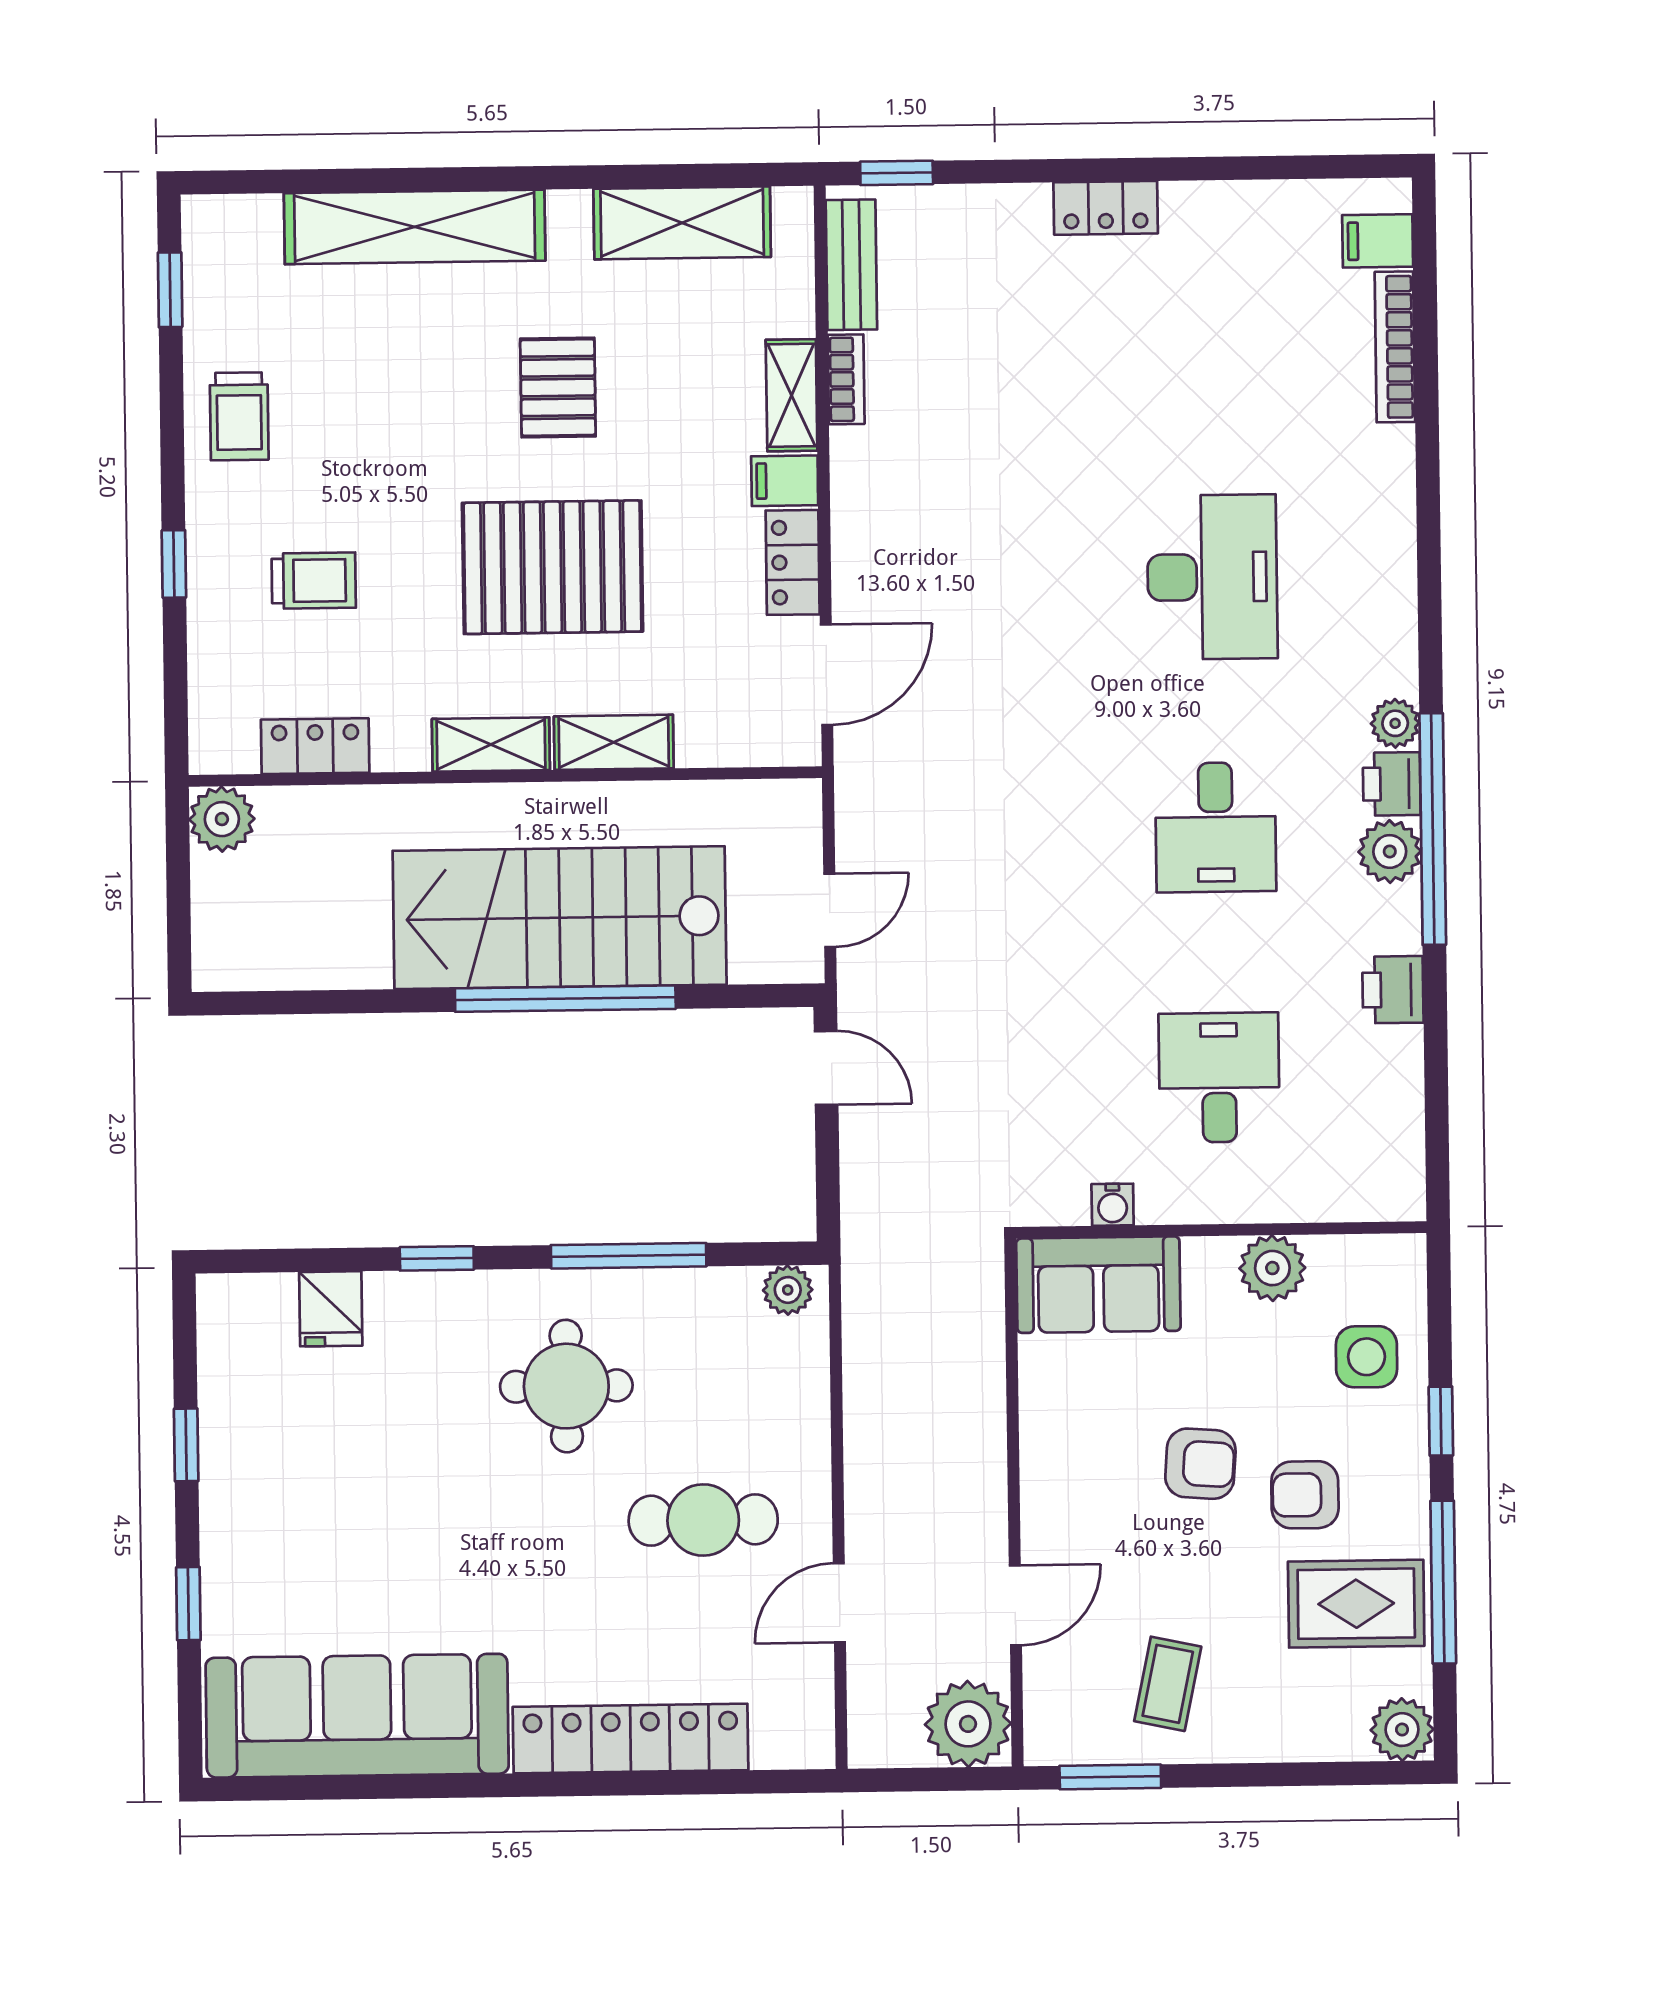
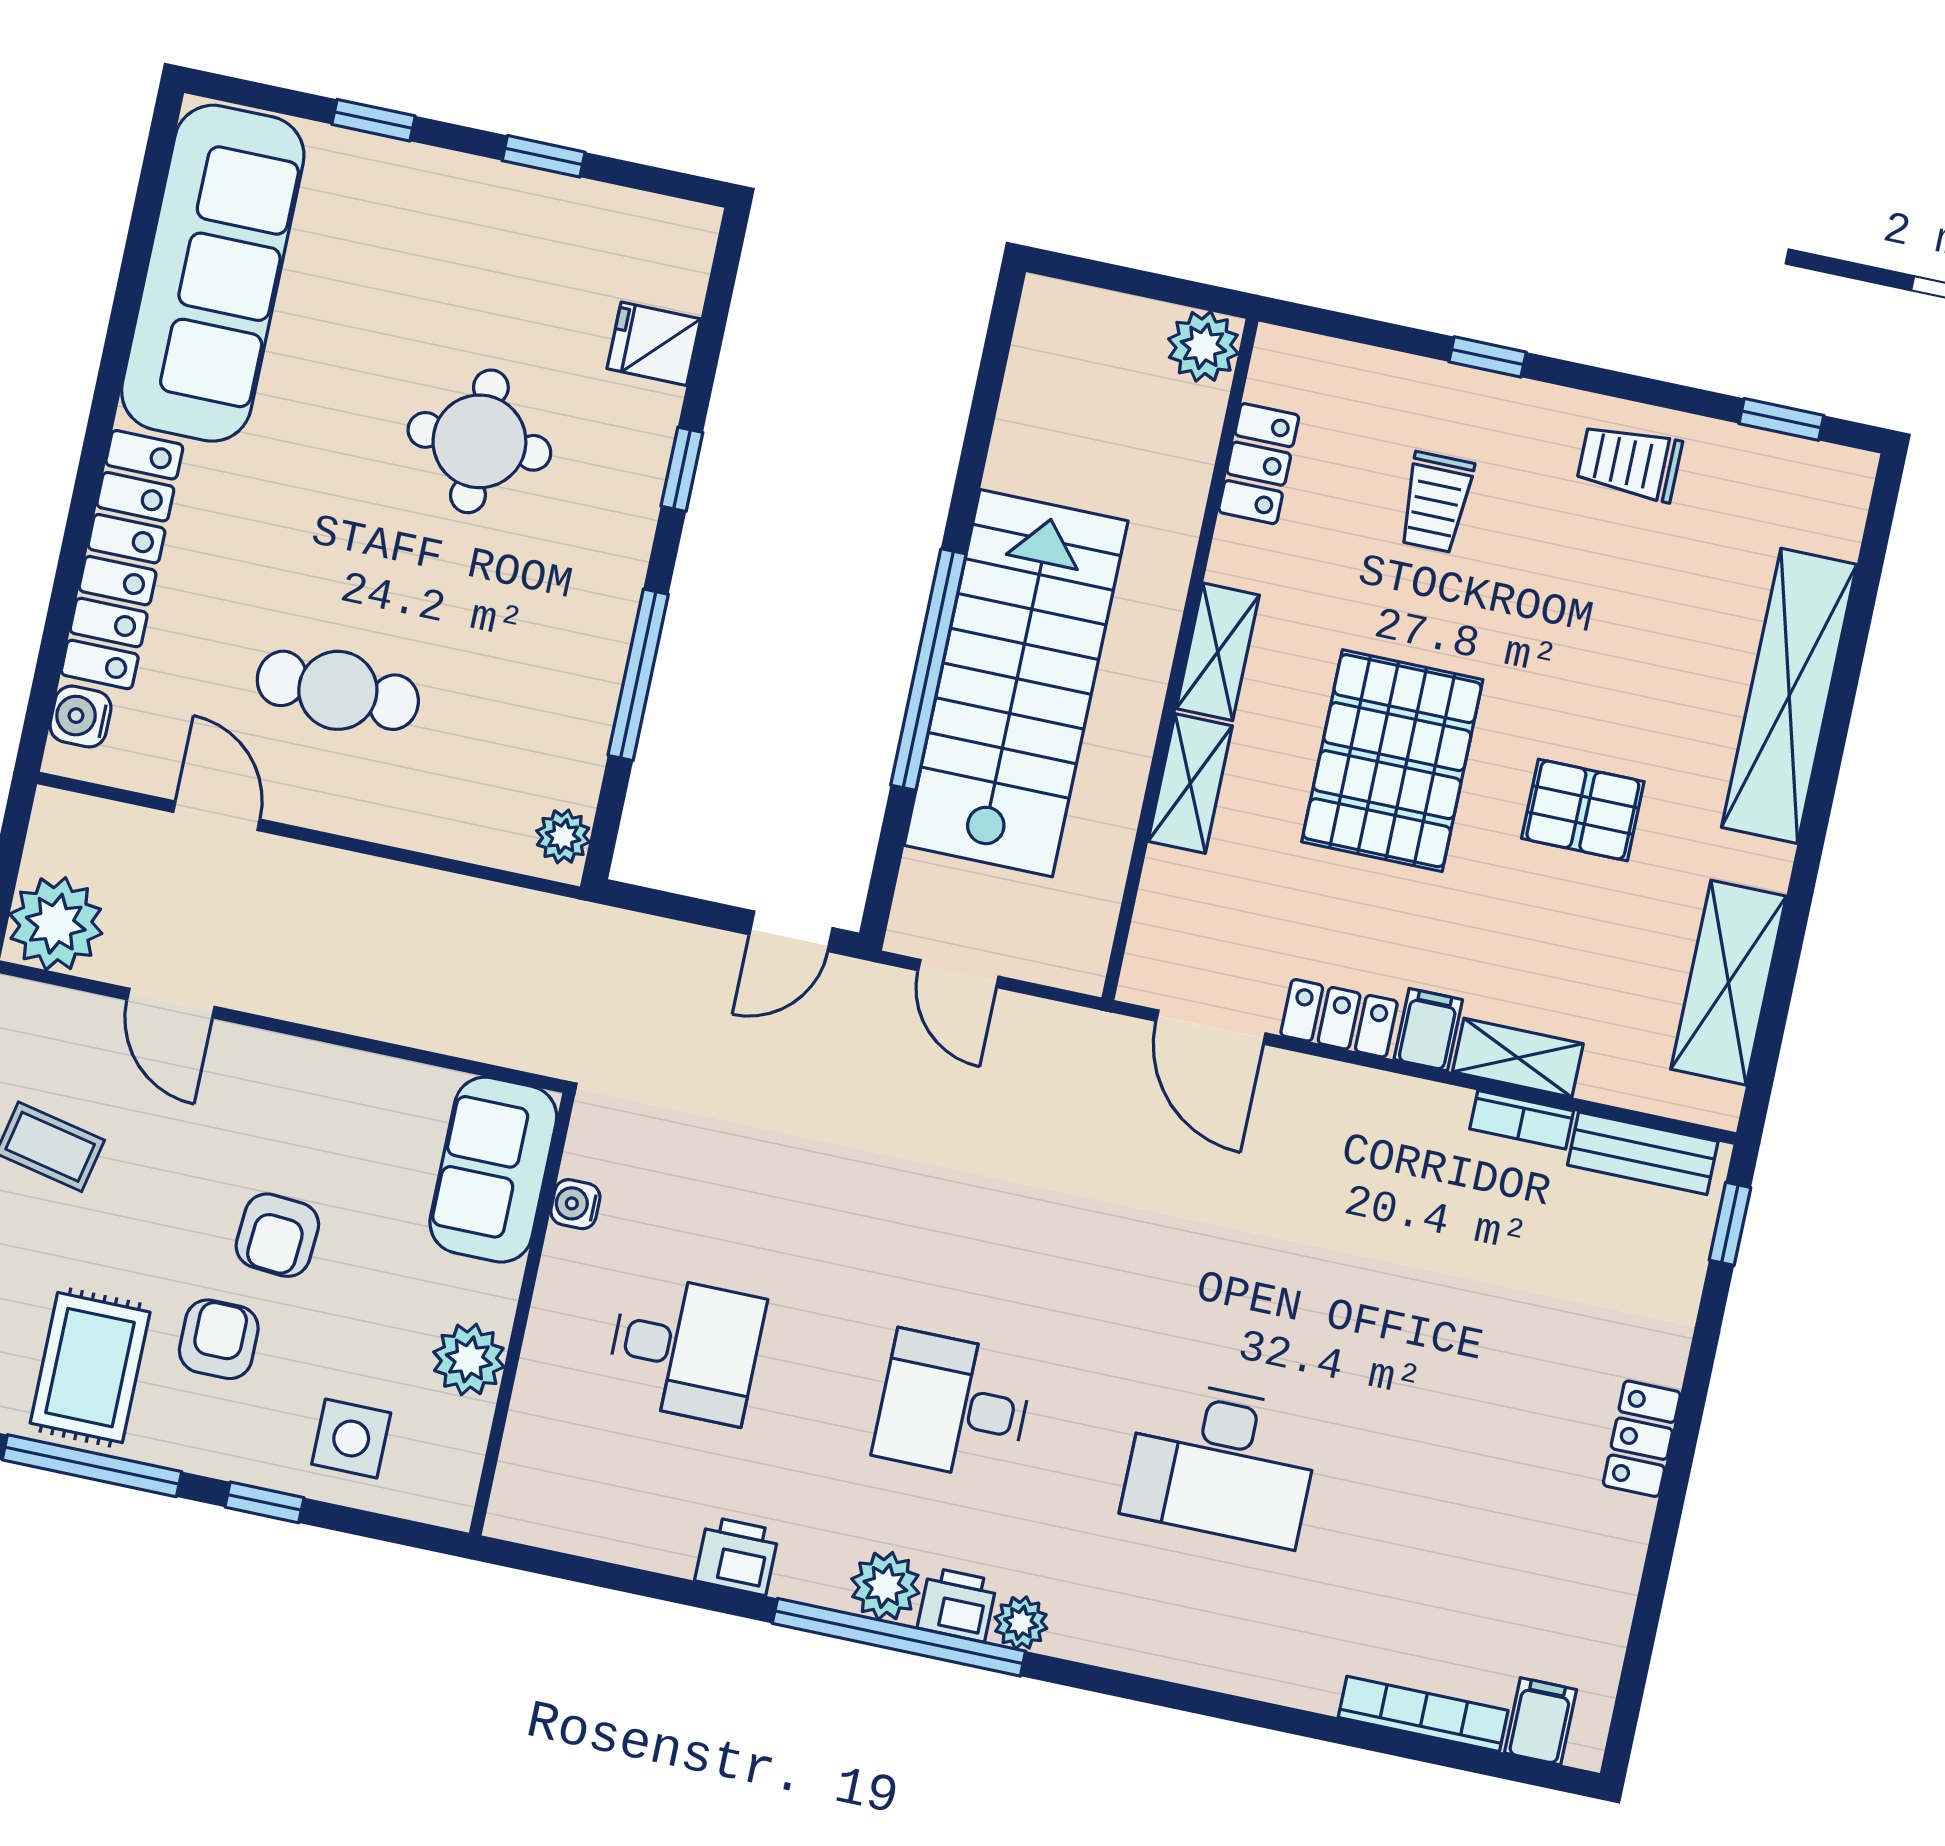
round table: (566, 1386) -> (479, 441), moved
cafe table: (703, 1520) -> (338, 690), turned 90
water cooler: (779, 1744) -> (80, 717), added

